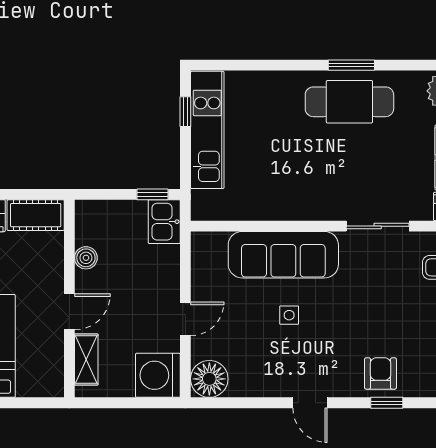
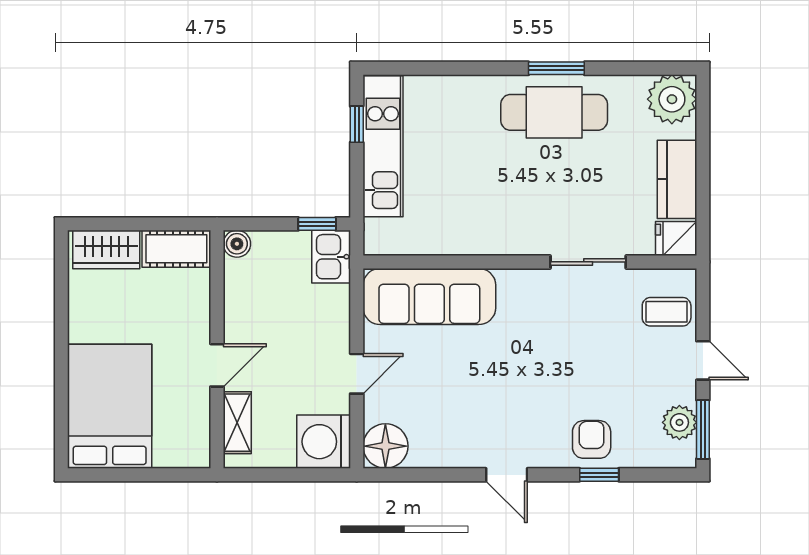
sofa: (283, 255) -> (429, 297), moved
boiler: (86, 258) -> (237, 244), moved
side table: (289, 315) -> (482, 369), removed

